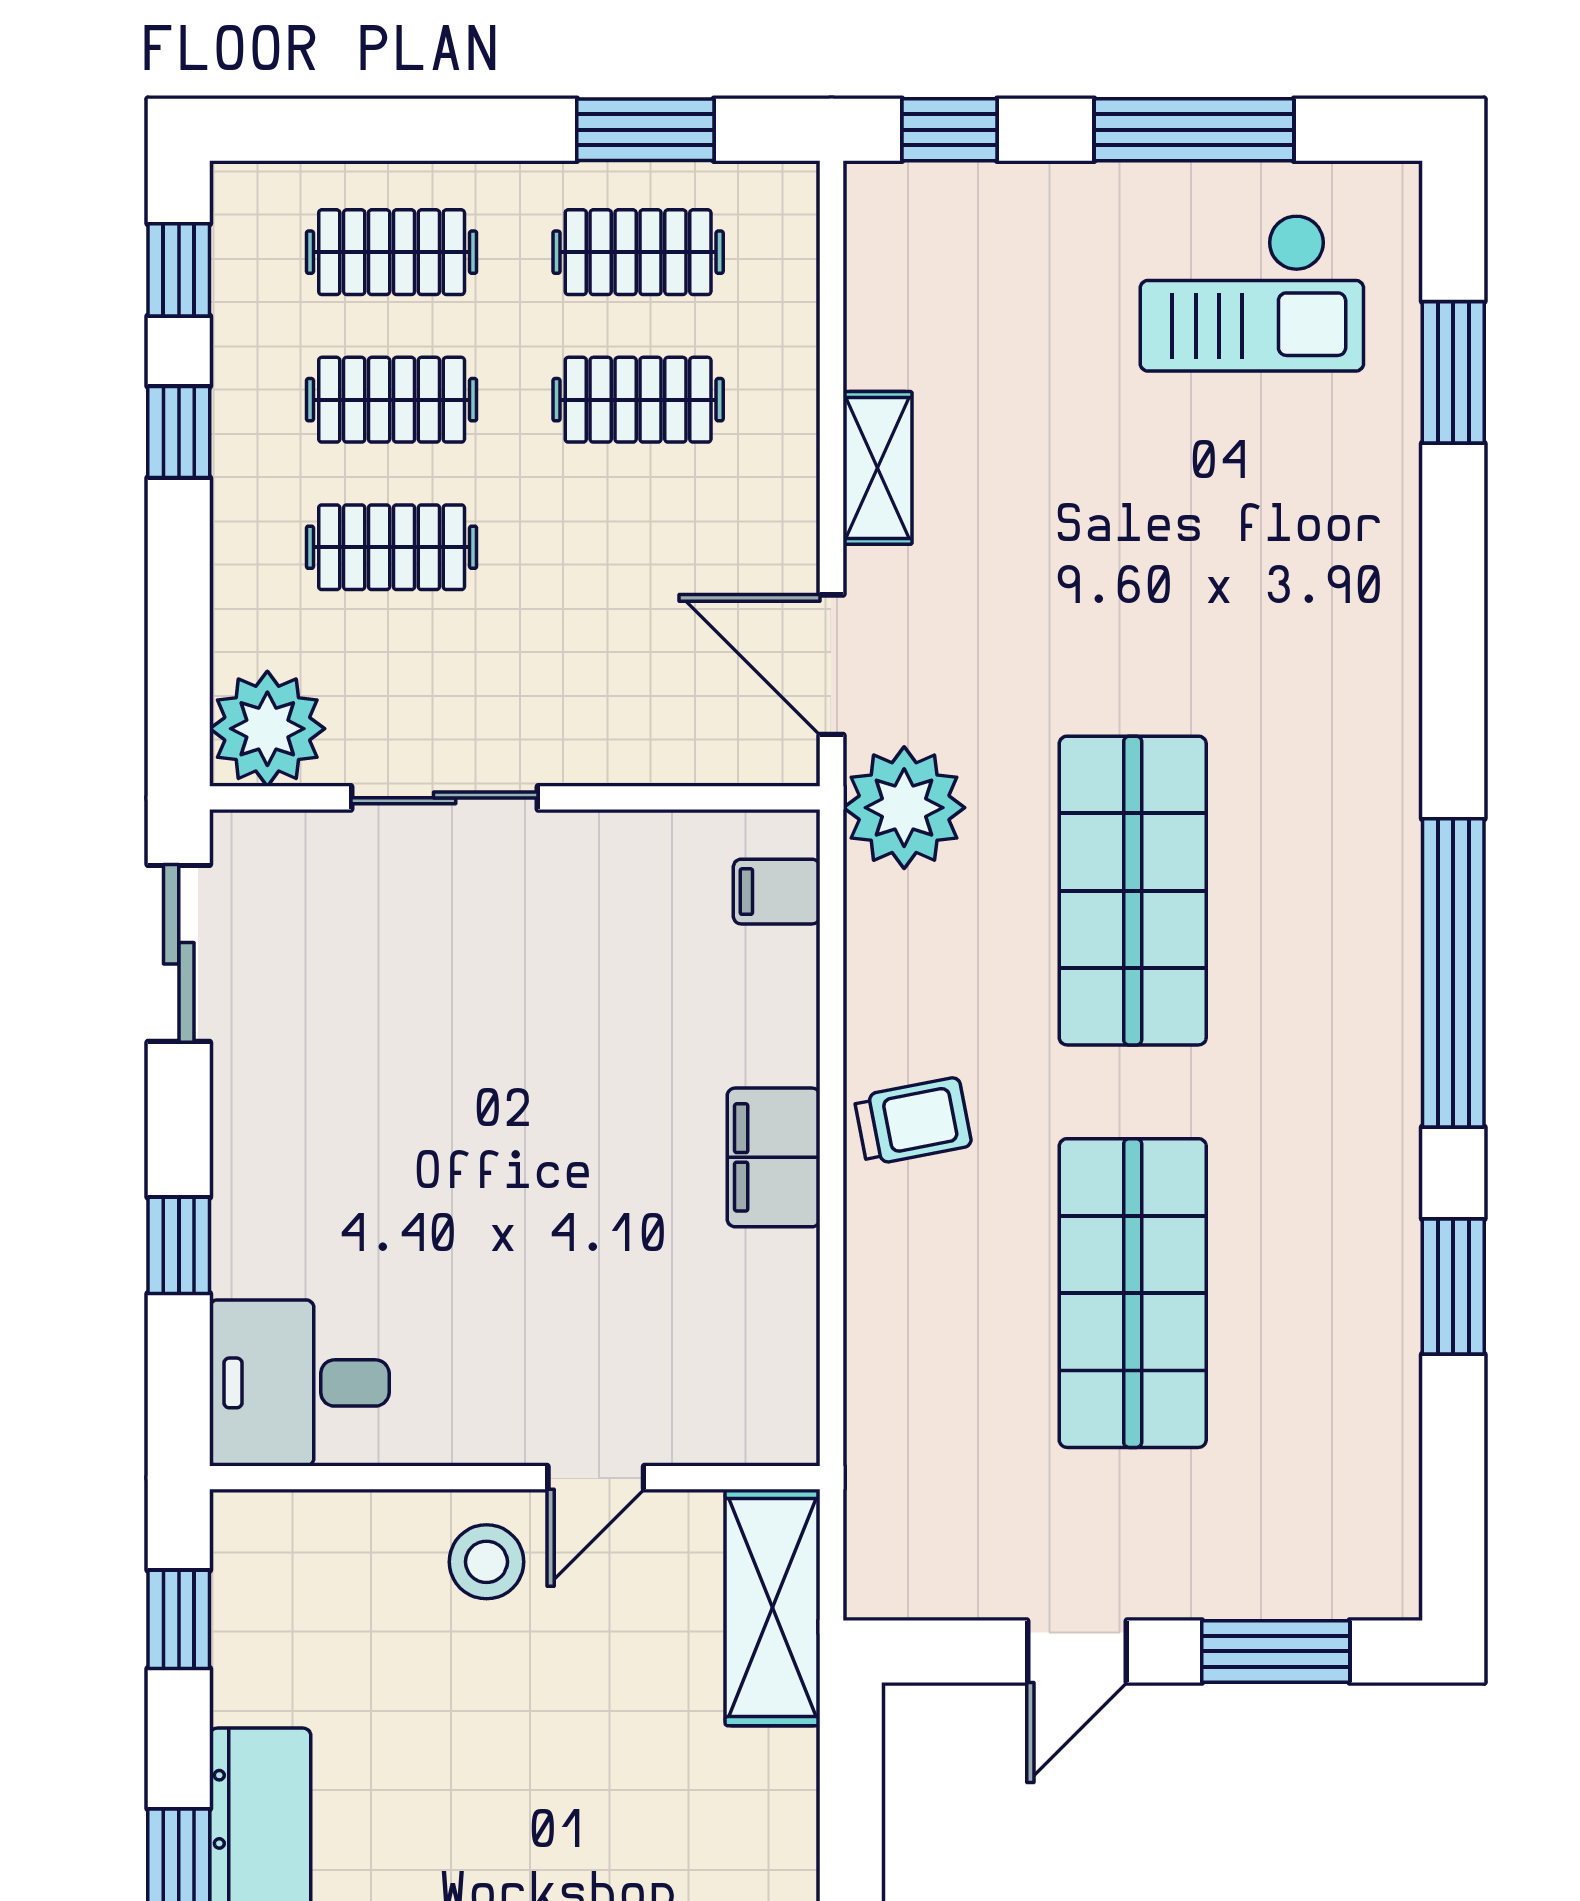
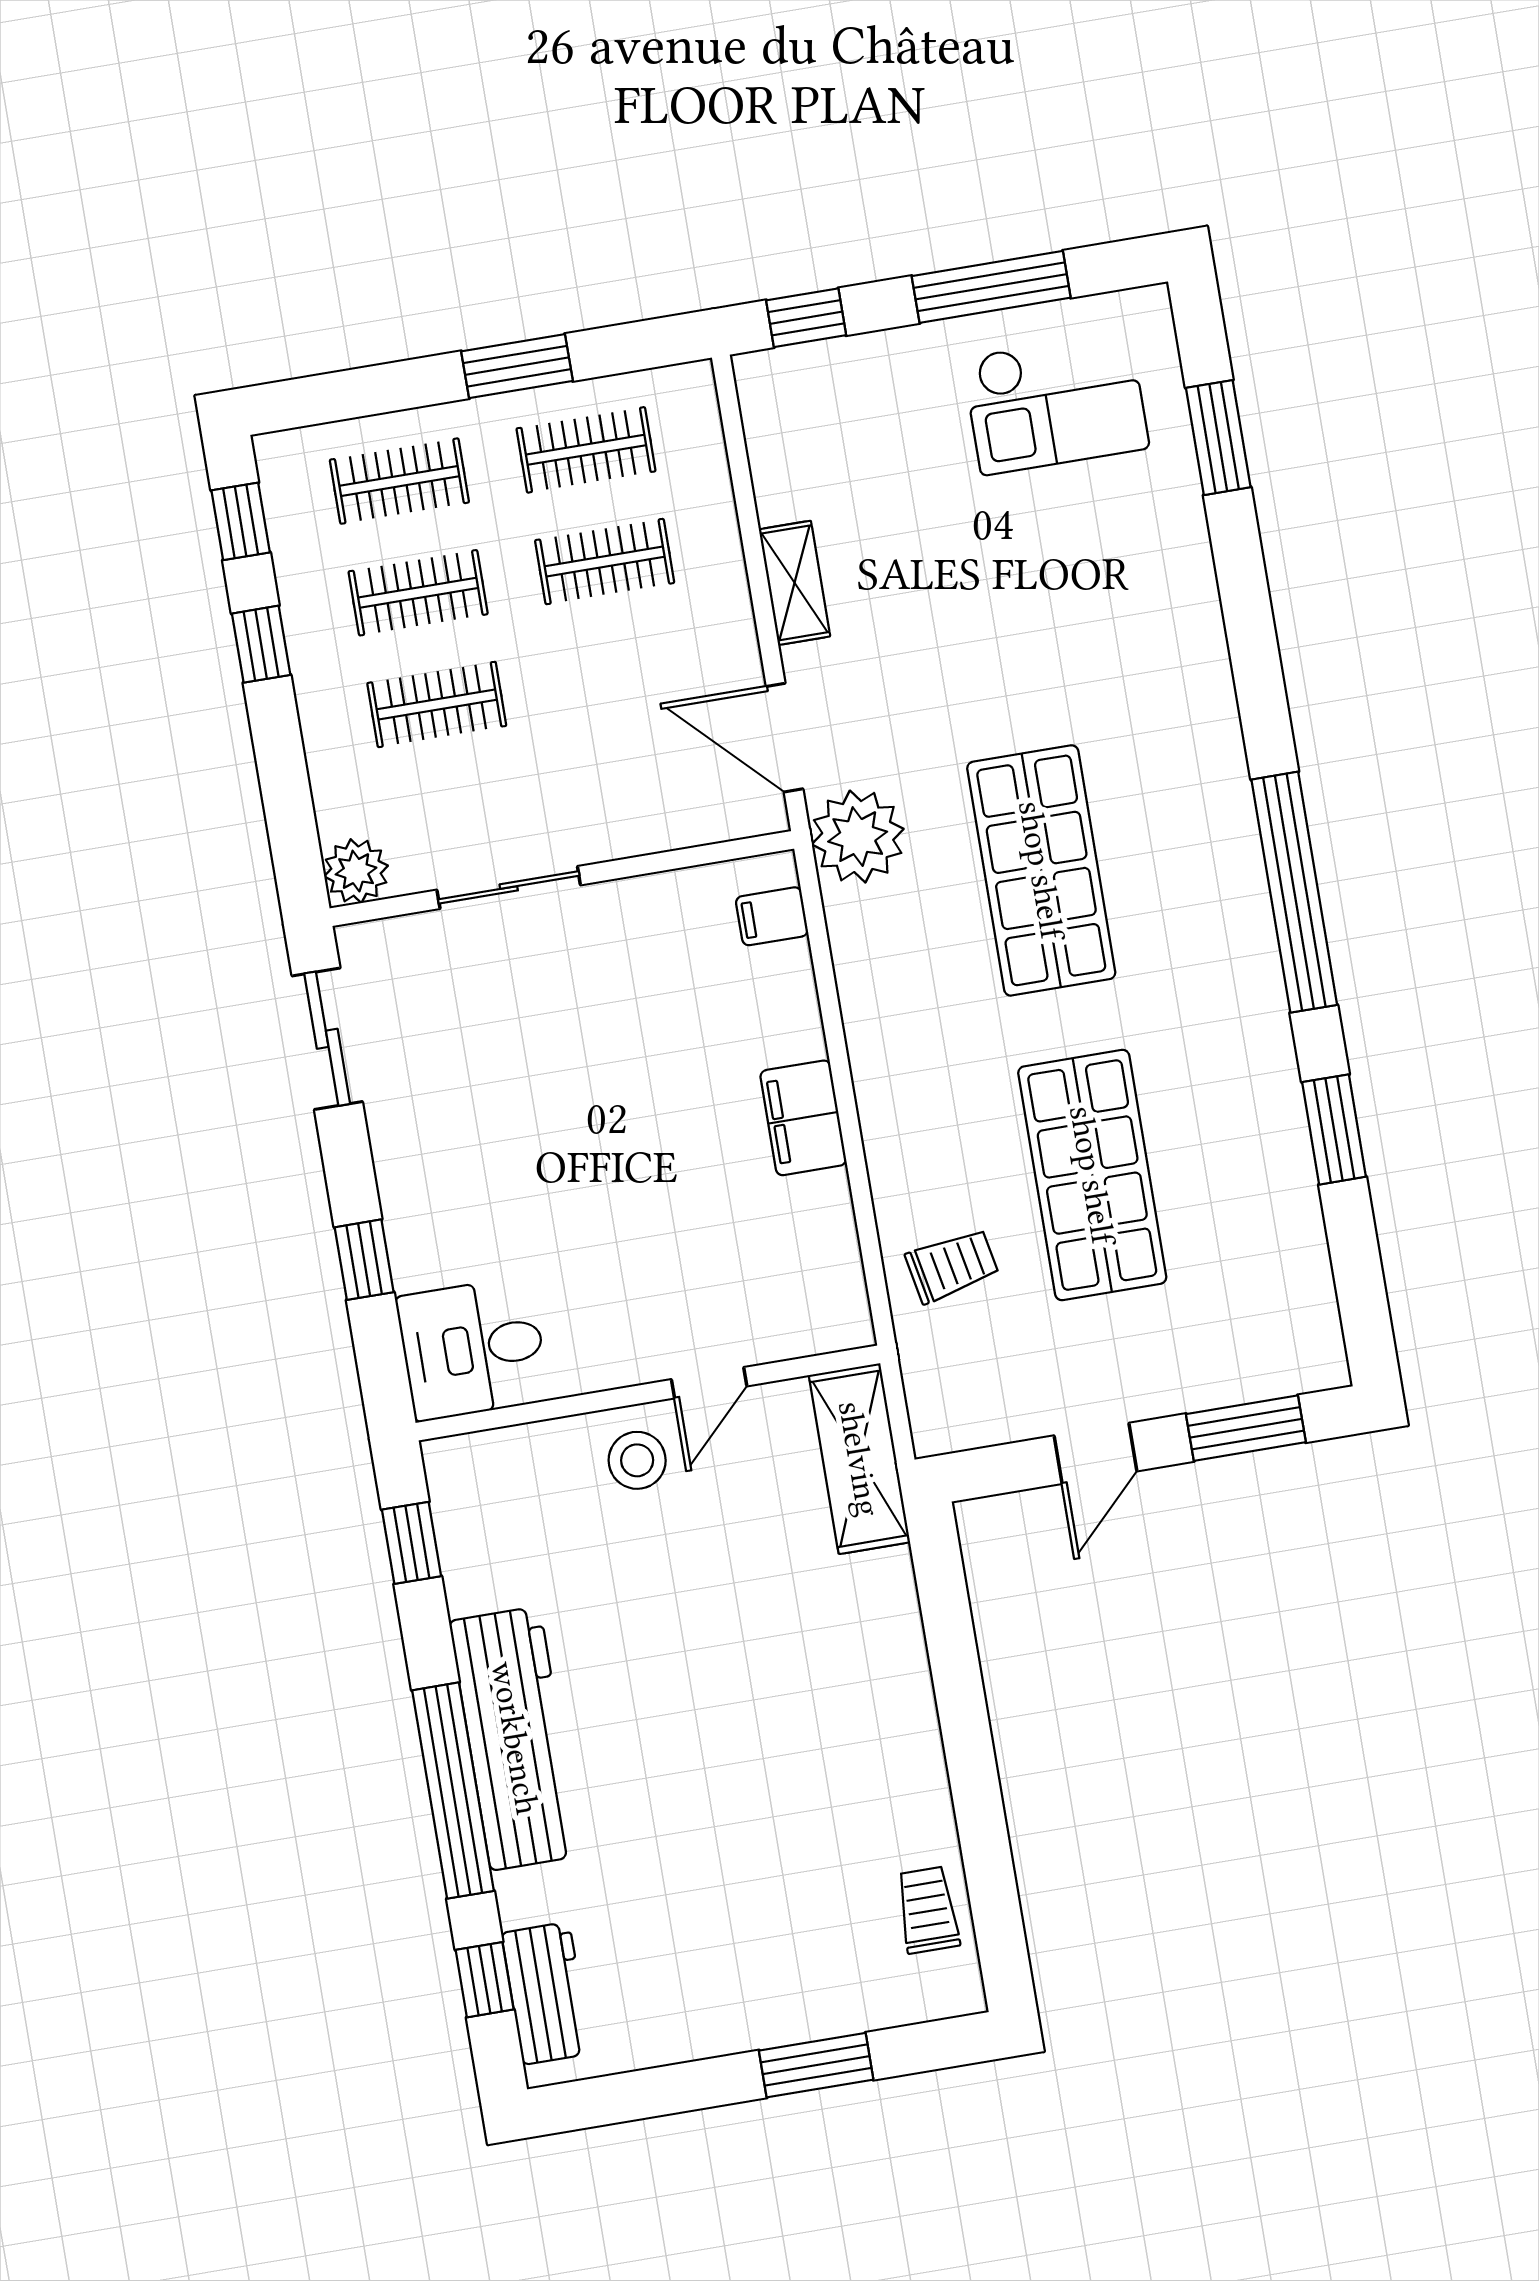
window: (645, 130) -> (517, 366), moved
plant: (267, 729) -> (356, 871), width x0.73, depth x0.73
trolley: (913, 1121) -> (952, 1265), moved

